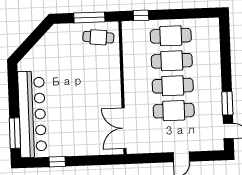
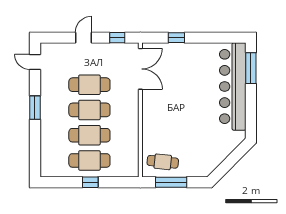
window: (141, 15) -> (90, 182), moved
window: (227, 103) -> (35, 108), moved
window: (148, 158) -> (117, 38), added
window: (57, 162) -> (176, 38), moved

